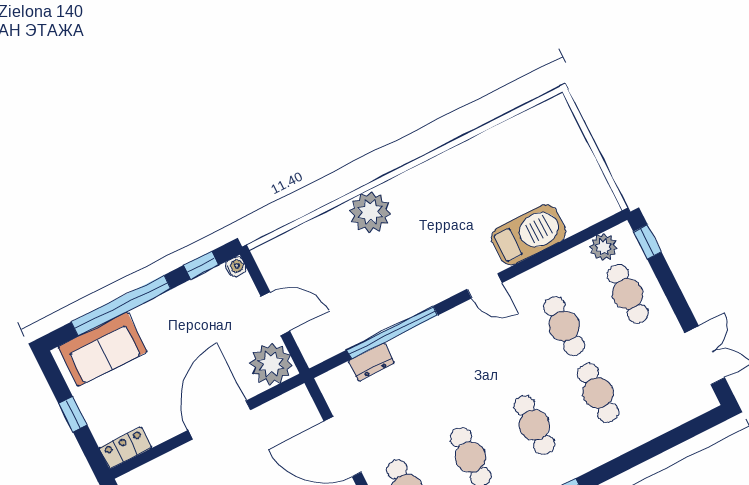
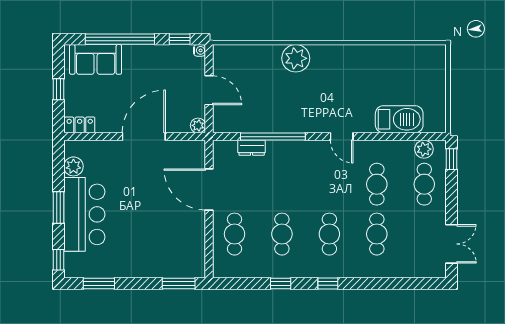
barbecue: (529, 235) -> (399, 119), moved
plant: (271, 364) -> (198, 125), width x0.53, depth x0.53

